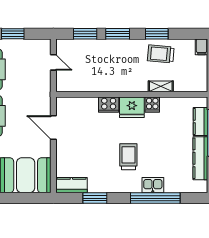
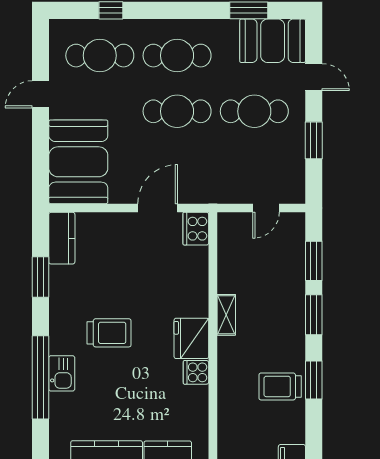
trolley: (161, 54) -> (280, 386), turned -95
shelving: (161, 86) -> (226, 315), moved
cooker: (109, 105) -> (196, 229), moved

